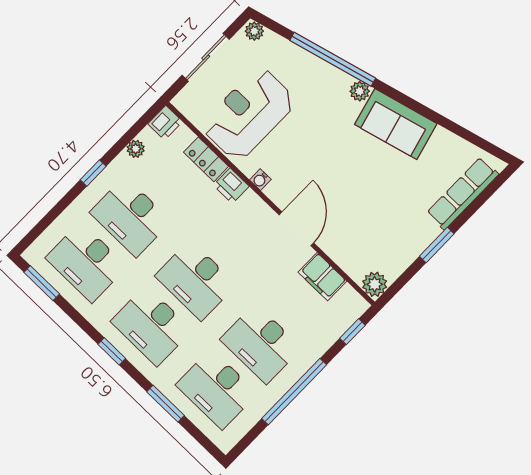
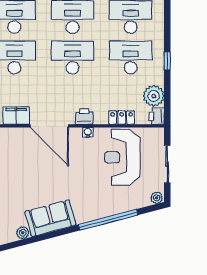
plant: (360, 91) -> (23, 233), moved
reception desk: (249, 114) -> (122, 157), turned 180
plant: (136, 149) -> (154, 96), width x1.88, depth x1.88
printer: (231, 186) -> (84, 117), moved
door: (296, 229) -> (49, 126), width x1.36

